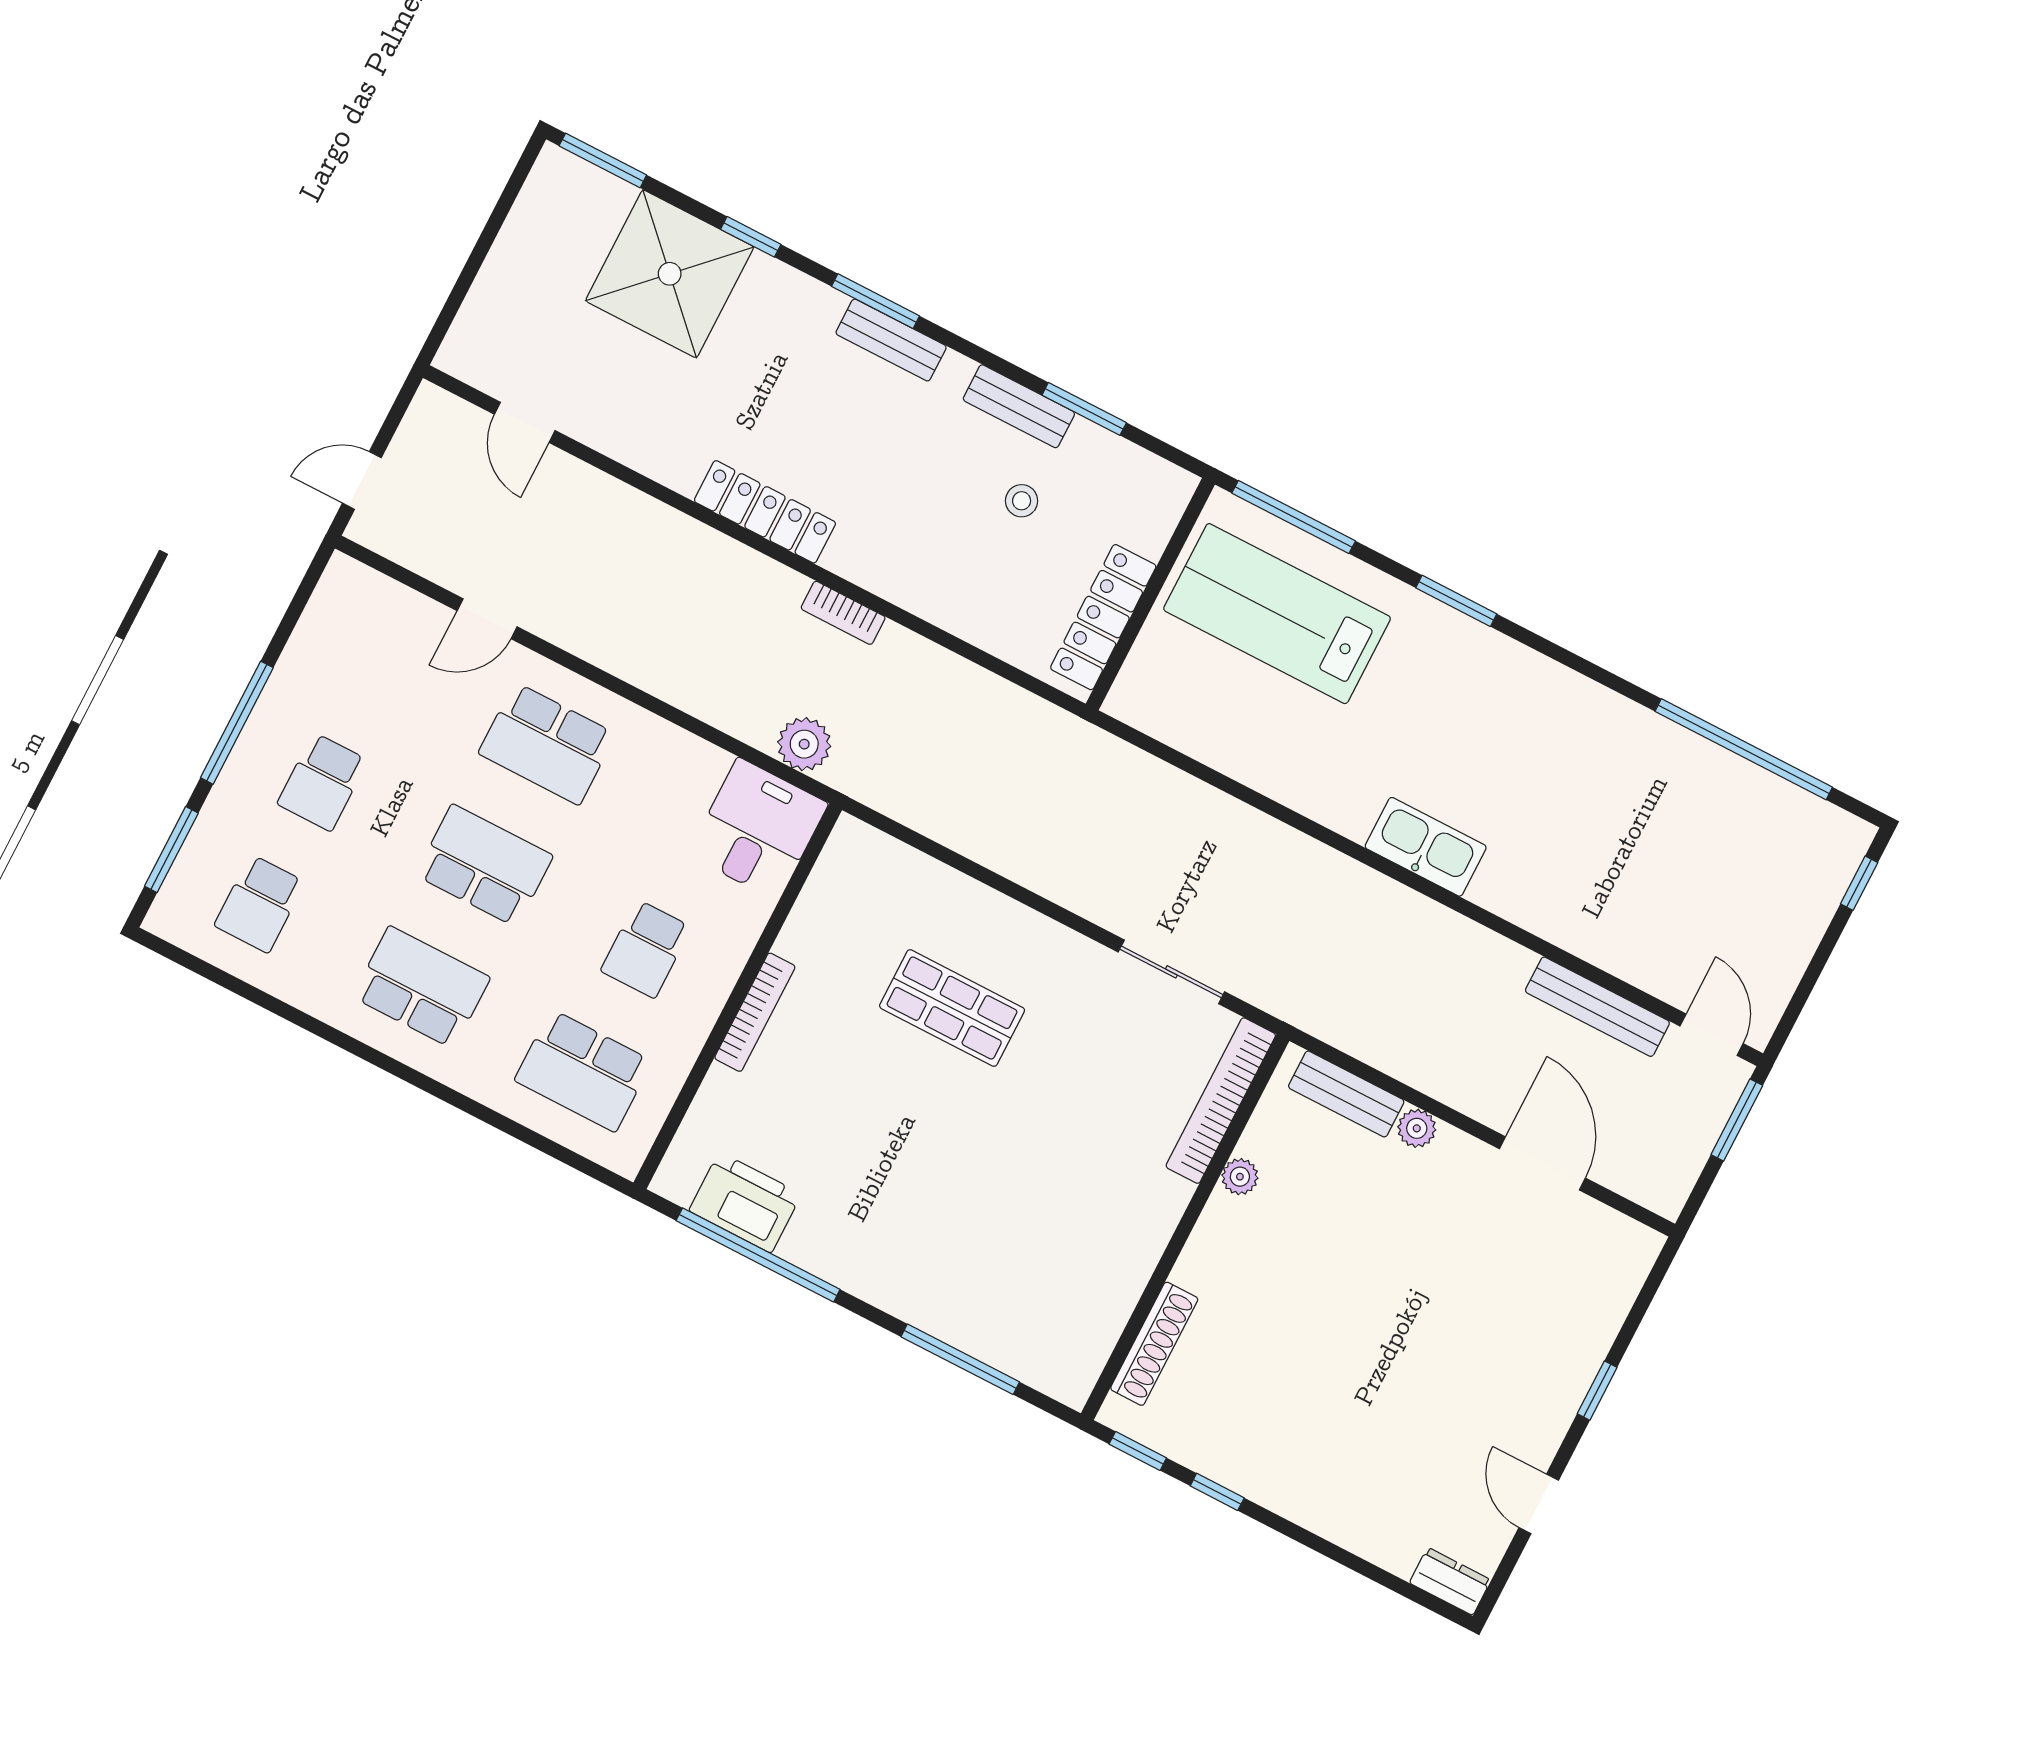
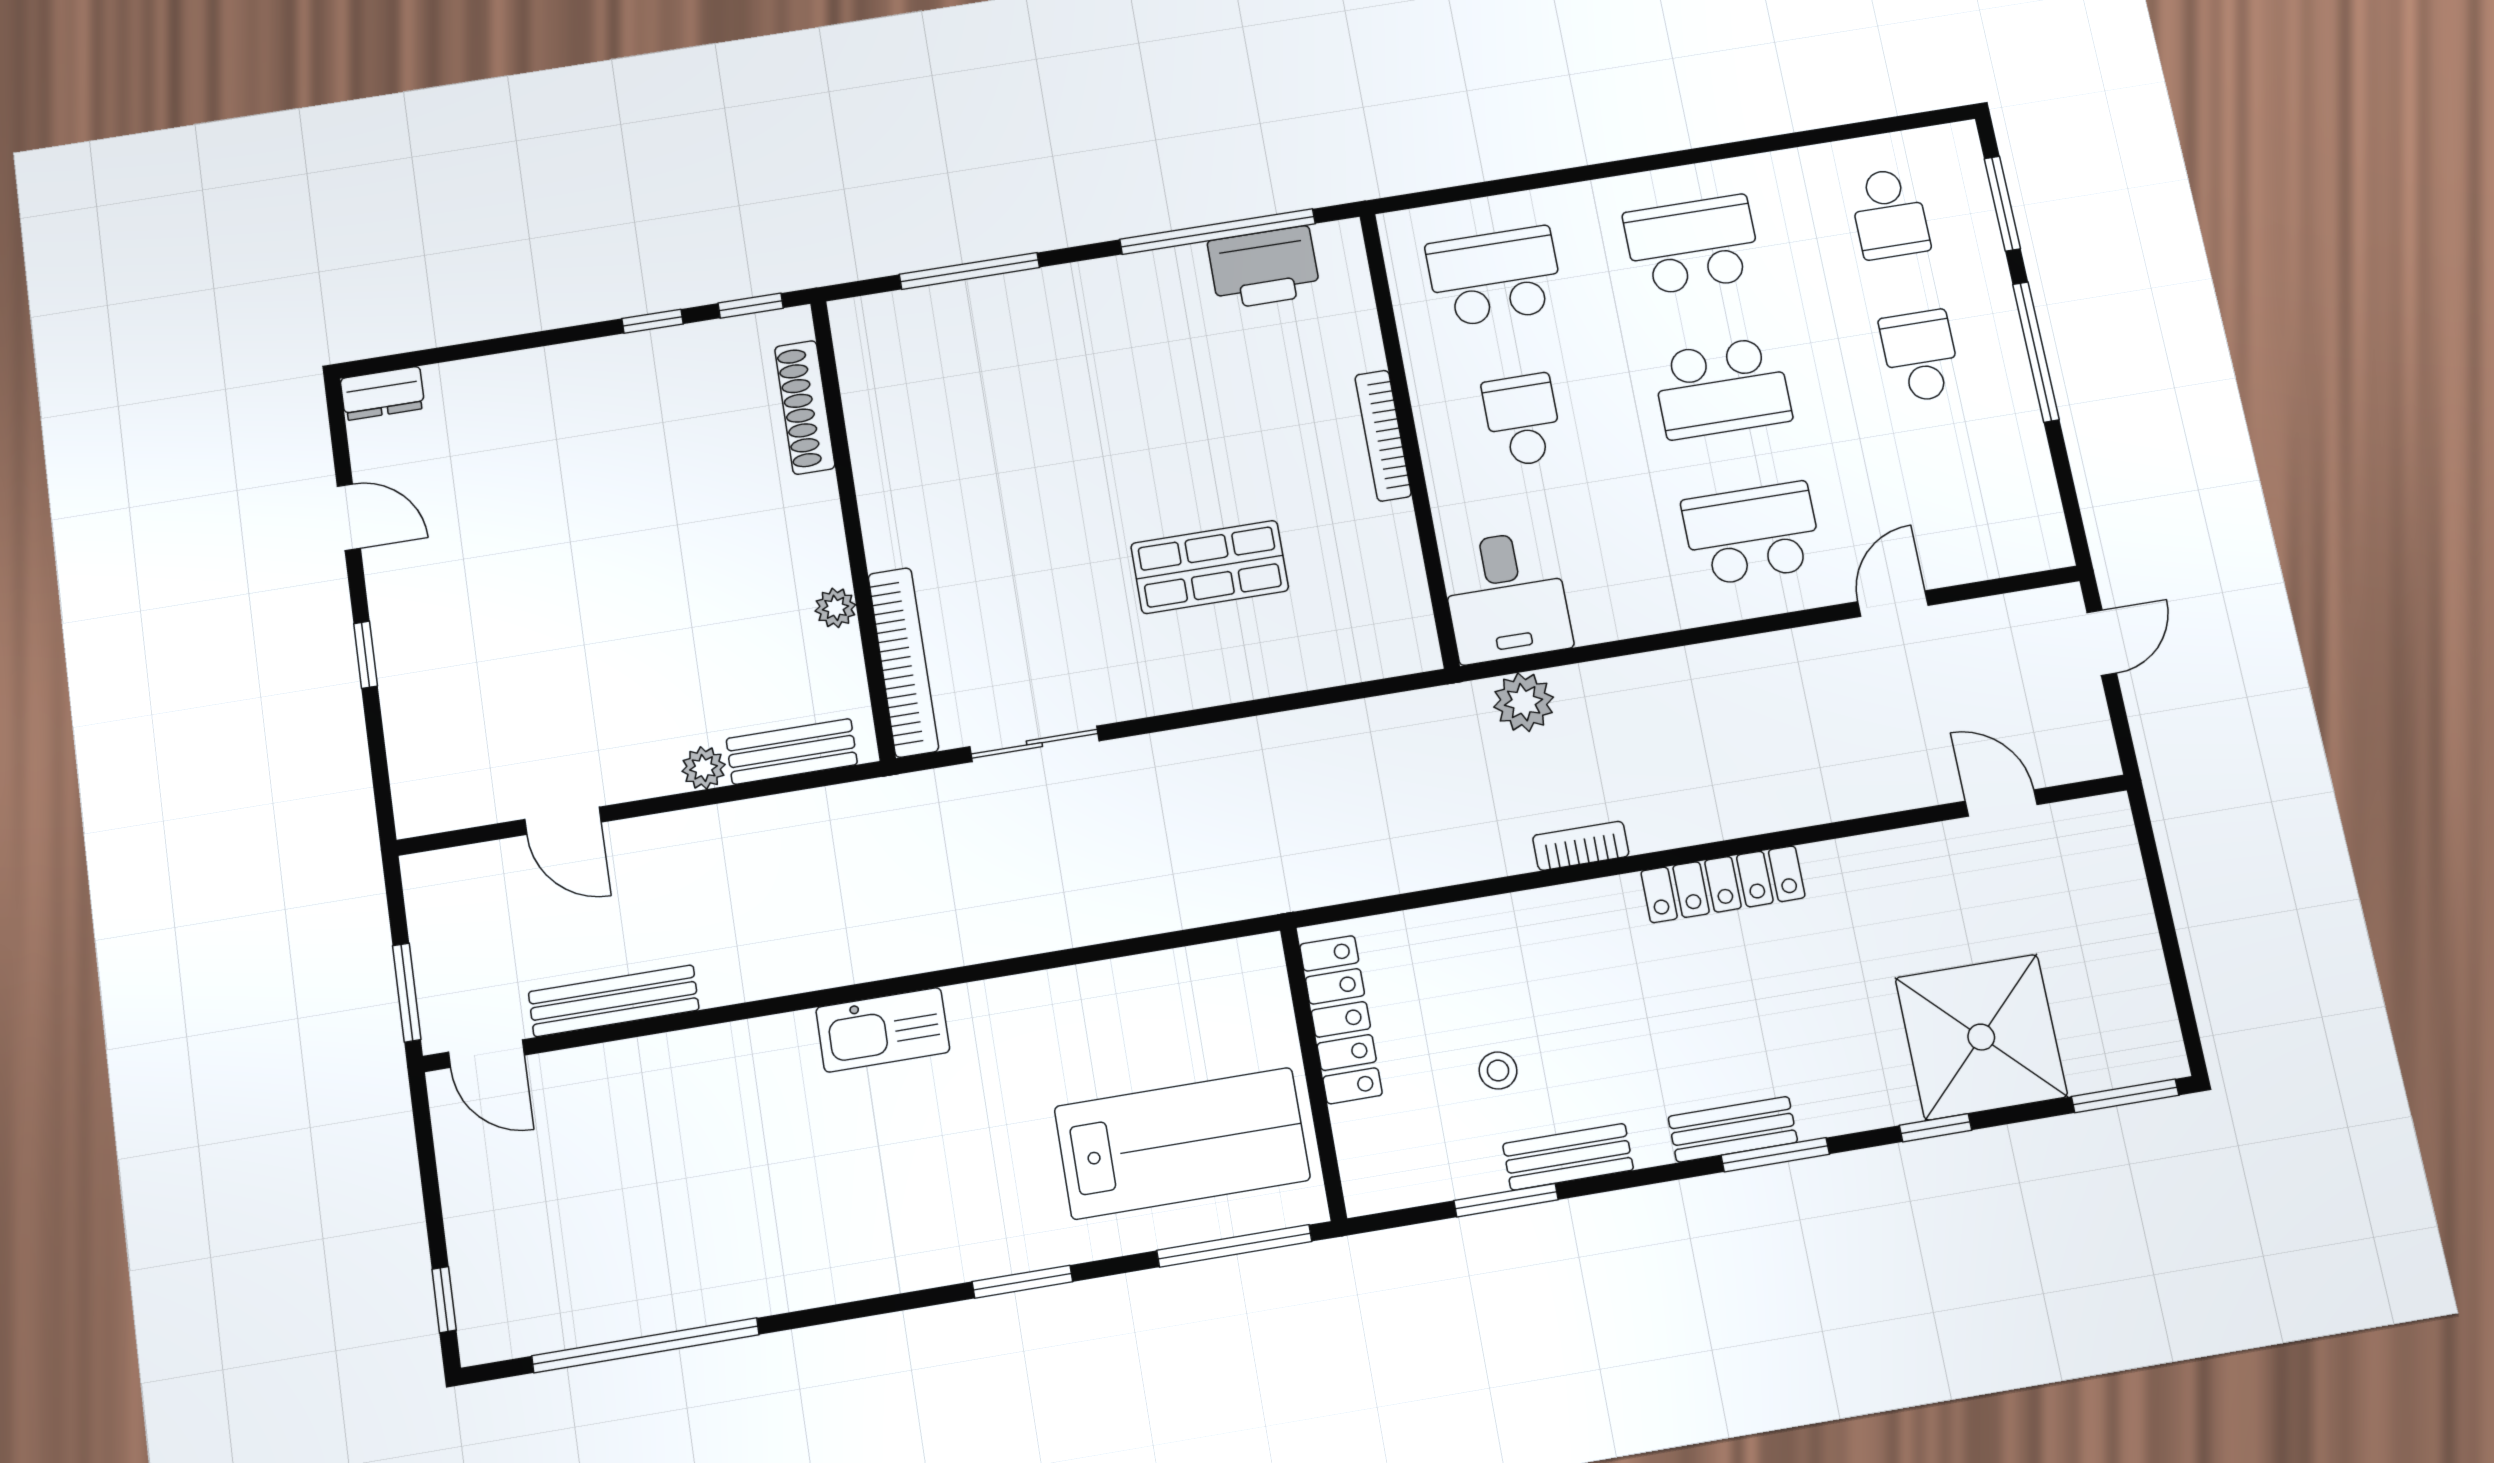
school desk: (260, 904) -> (1889, 214), turned 180
school desk: (421, 987) -> (1692, 245), turned 180
door: (1542, 1163) -> (563, 821), width x0.73

